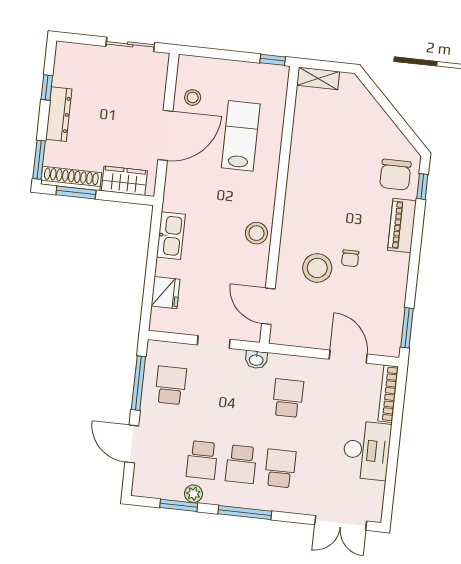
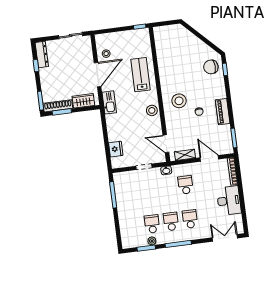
shelving: (318, 78) -> (185, 155), moved
dresser: (59, 114) -> (42, 54), moved
lab bench: (241, 136) -> (141, 75), moved
chair: (395, 175) -> (211, 67), turned 87
piano: (402, 226) -> (223, 112), moved
kitchen sink: (171, 236) -> (109, 102), moved
stool: (317, 268) -> (179, 101), moved
school desk: (171, 385) -> (129, 192), removed
door: (132, 444) -> (117, 224), removed
school desk: (202, 460) -> (152, 224), turned 180
school desk: (241, 464) -> (171, 221), turned 180
double door: (341, 523) -> (225, 238), swing flipped

